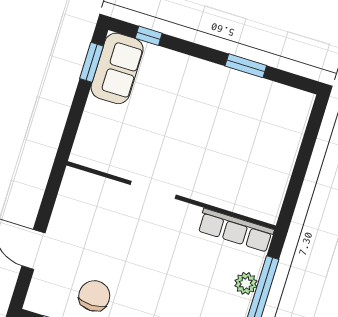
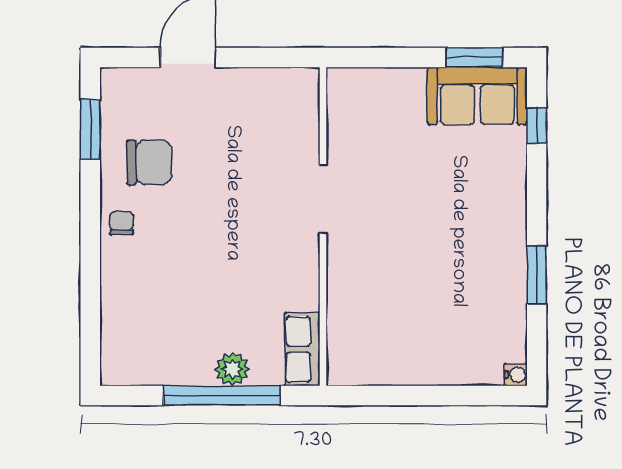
water cooler: (307, 100) -> (516, 375), added
row of seats: (236, 230) -> (302, 349), width x0.68

